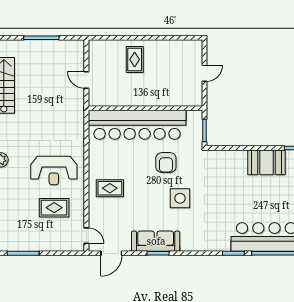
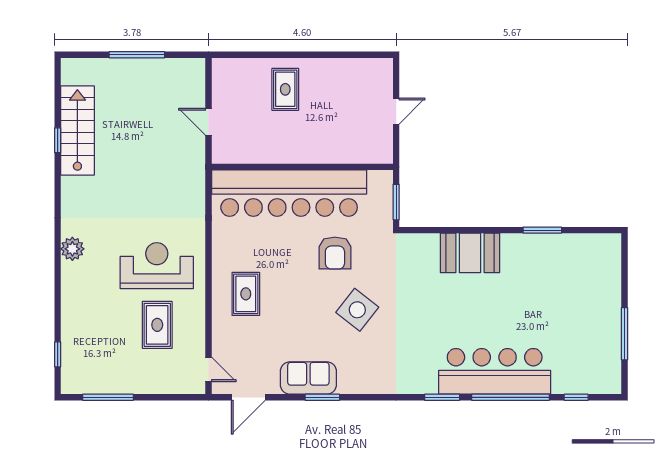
booth: (267, 162) -> (470, 253), moved
reception desk: (54, 170) -> (157, 266), turned 180
rug: (110, 188) -> (246, 294), turned 90
side table: (180, 198) -> (357, 310), turned 38
rug: (54, 208) -> (157, 325), turned 90
sofa: (156, 241) -> (308, 378), width x0.73

